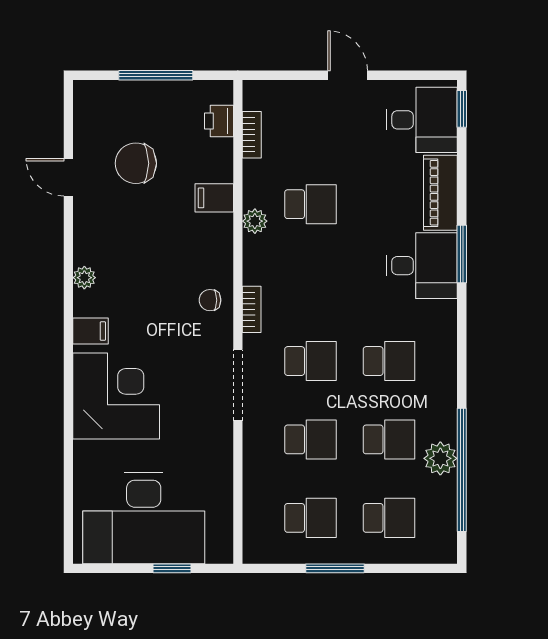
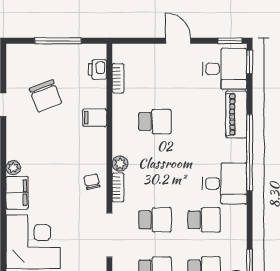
window: (430, 75) -> (230, 41), added
chair: (136, 163) -> (45, 96), turned -111
plant: (255, 221) -> (120, 164), moved
window: (462, 254) -> (250, 153), width x2.11
desk: (422, 266) -> (225, 183), moved
chair: (210, 300) -> (92, 182), turned 78
filing cabinet: (91, 331) -> (17, 193), width x2.00

